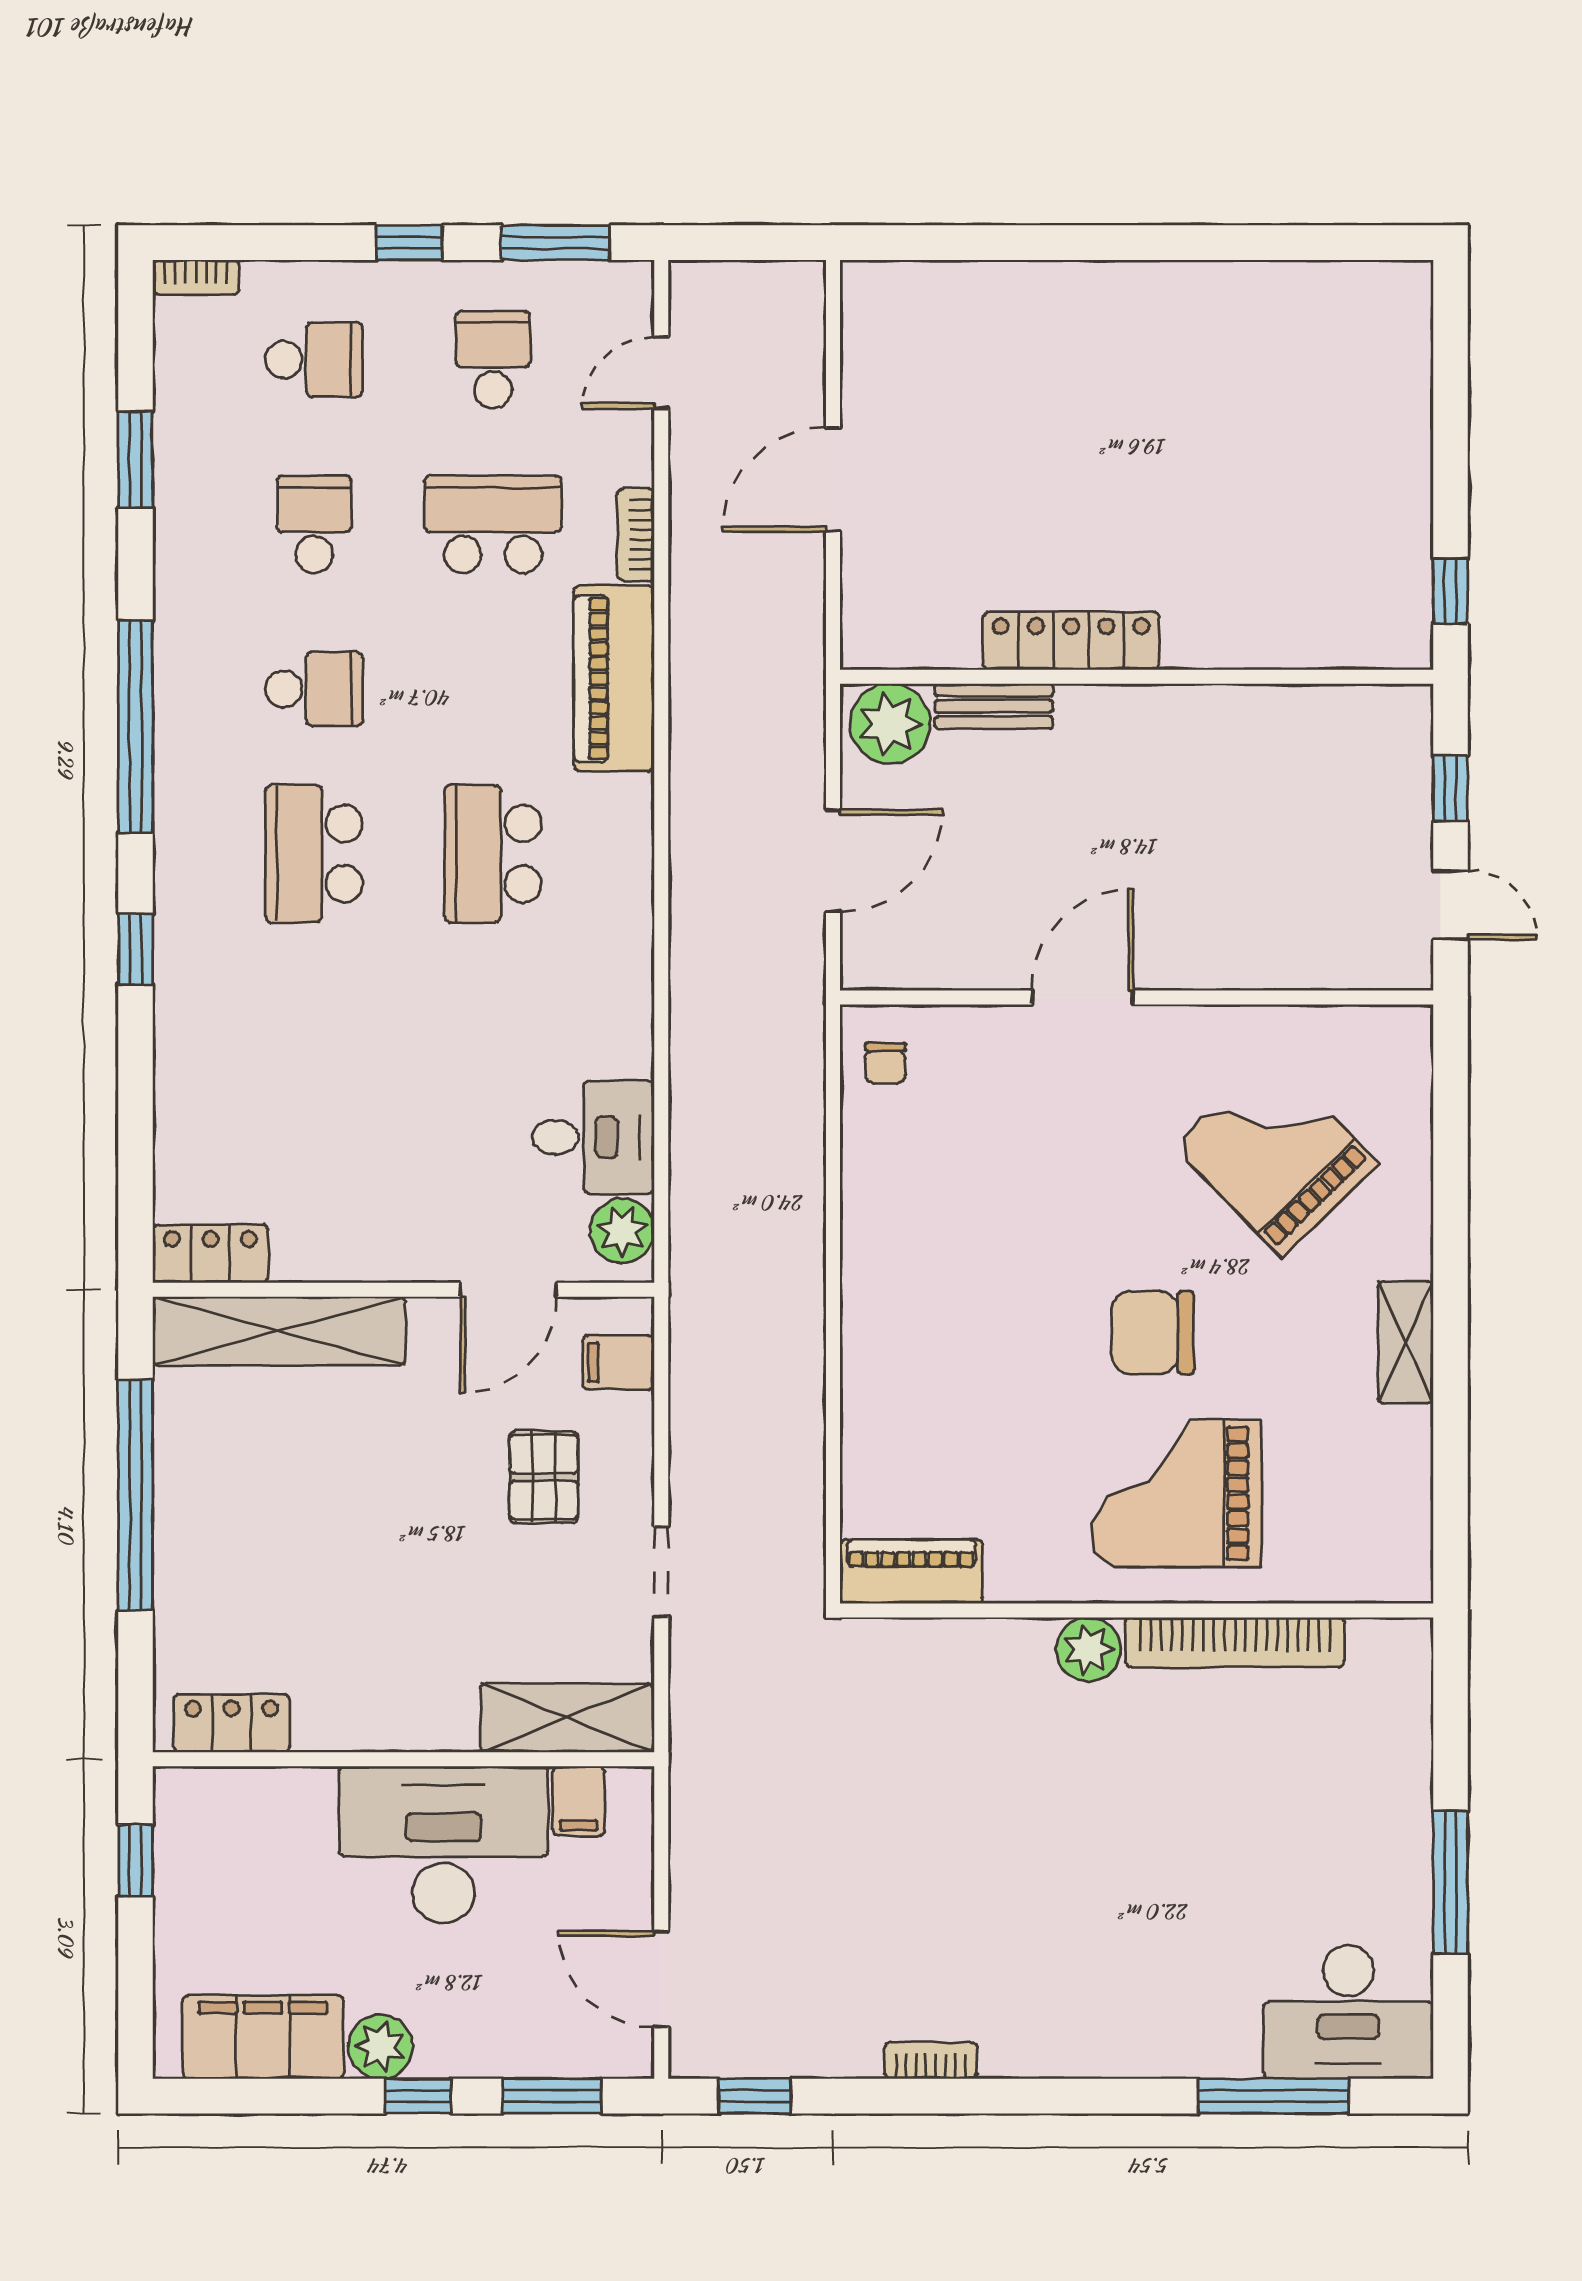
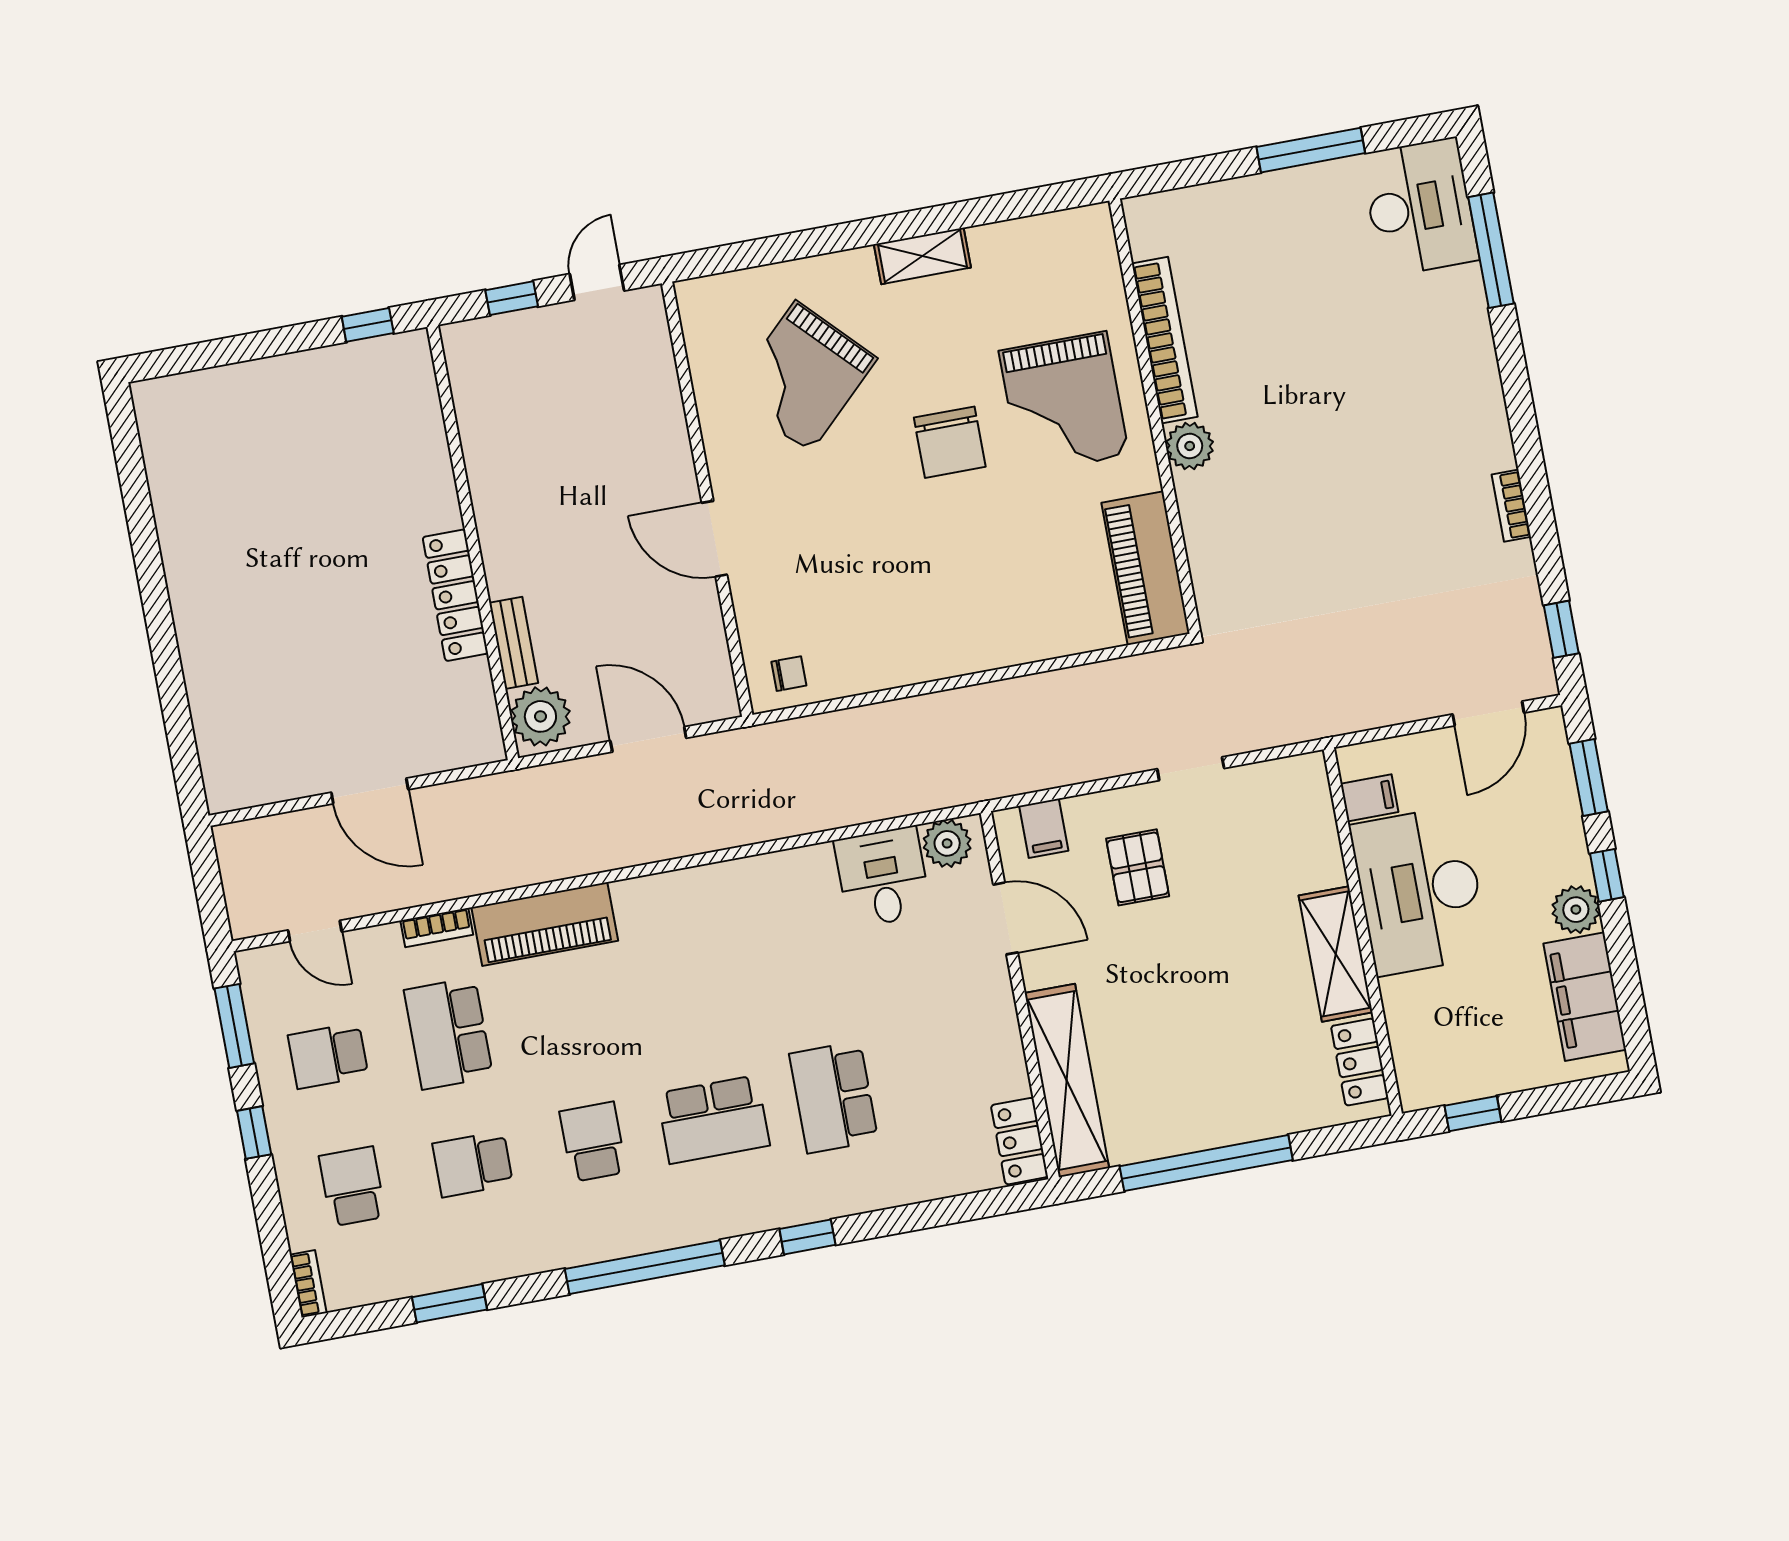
school desk: (493, 854) -> (834, 1097), moved, turned 90
pallet: (544, 1477) -> (1138, 867), turned 90
piano: (911, 1572) -> (1146, 568), width x1.37, depth x1.33
shelving: (567, 1718) -> (1336, 954), moved

